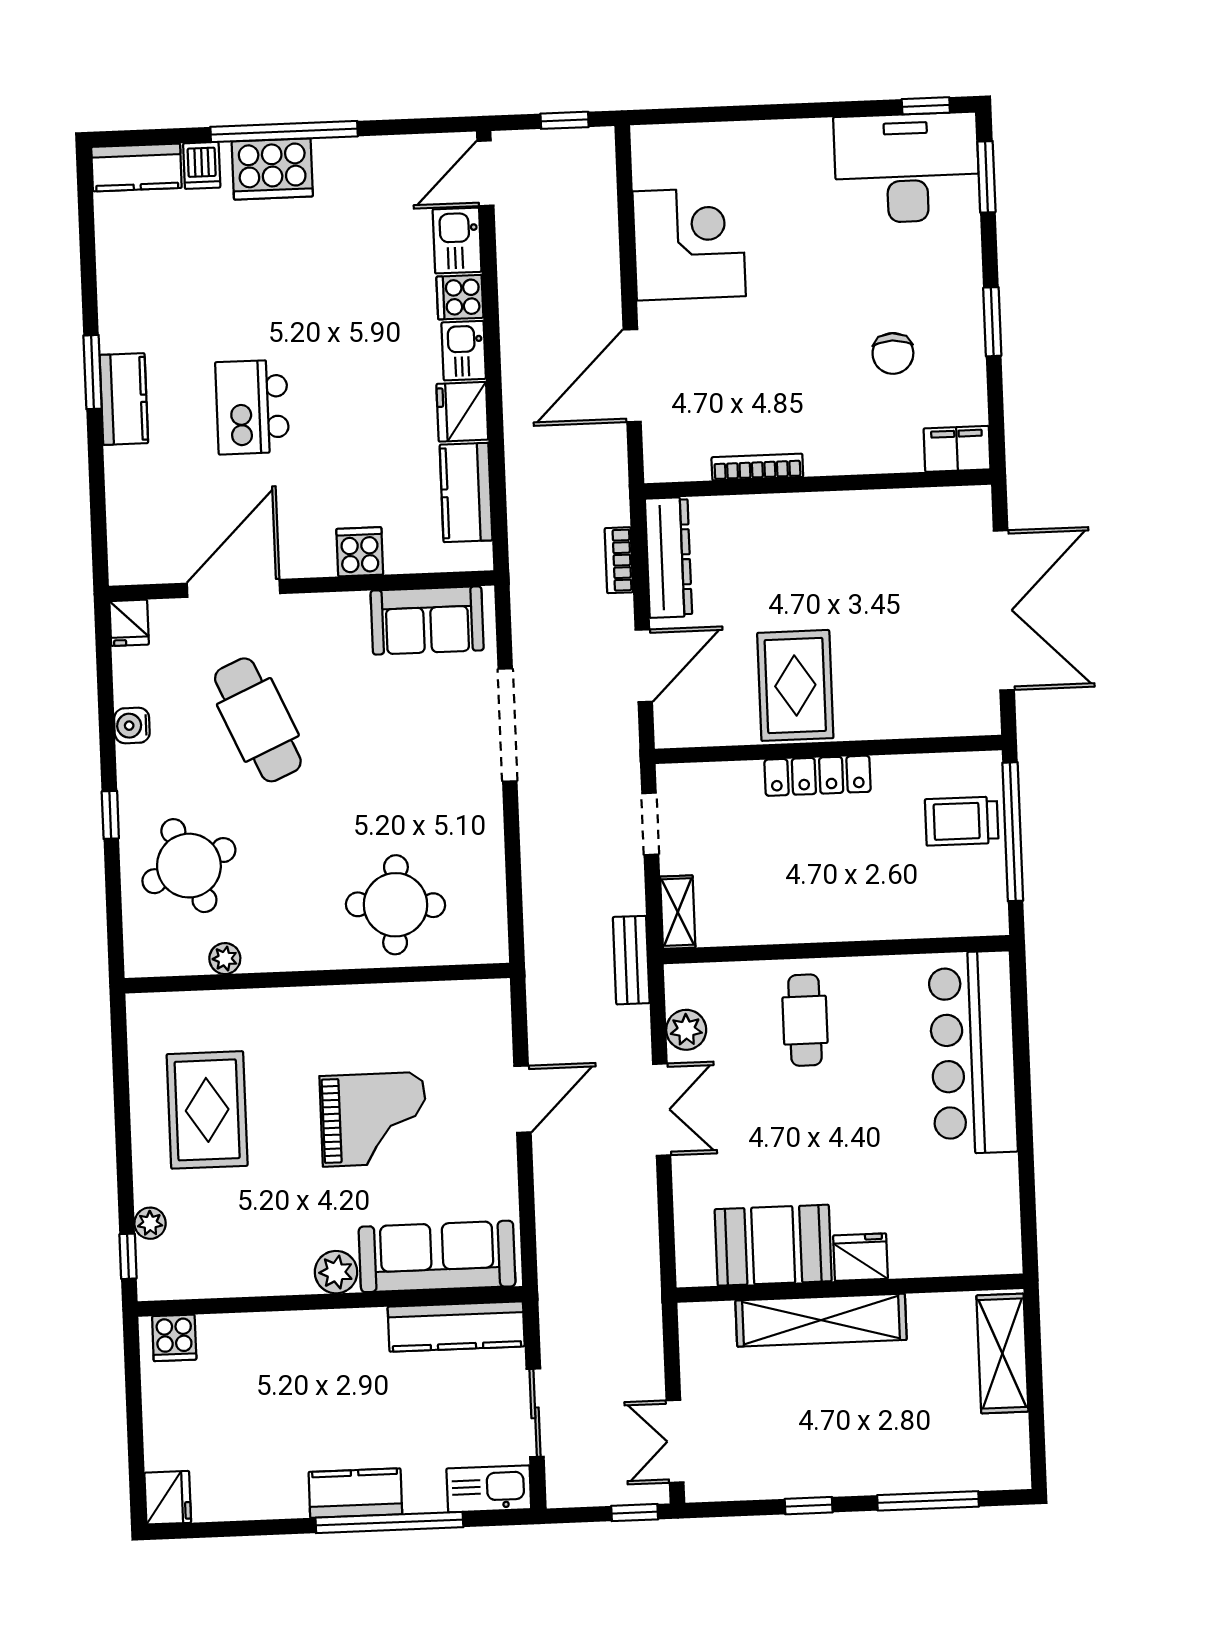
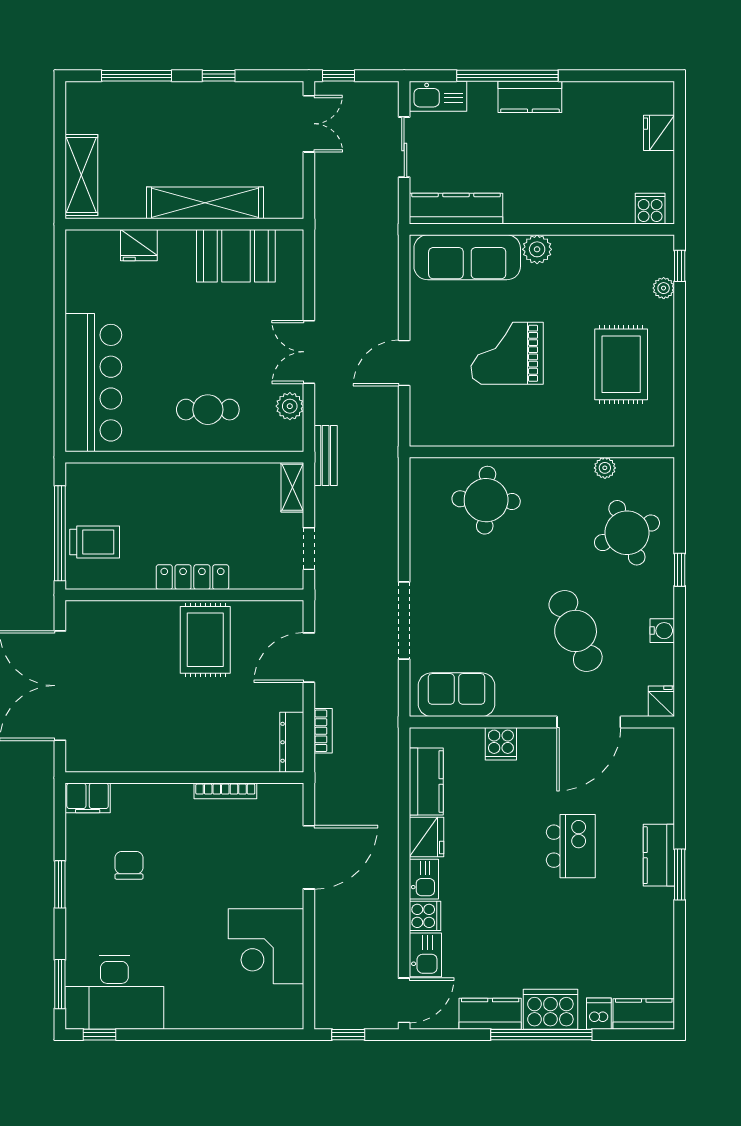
kitchen counter: (360, 159) -> (490, 1014), added
dresser: (669, 557) -> (292, 742), width x0.73, depth x0.80
cafe table: (805, 1020) -> (208, 410), turned 90
fridge: (860, 1257) -> (139, 245), moved
fridge: (168, 1498) -> (659, 133), moved

